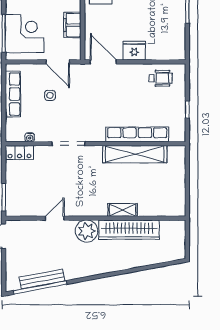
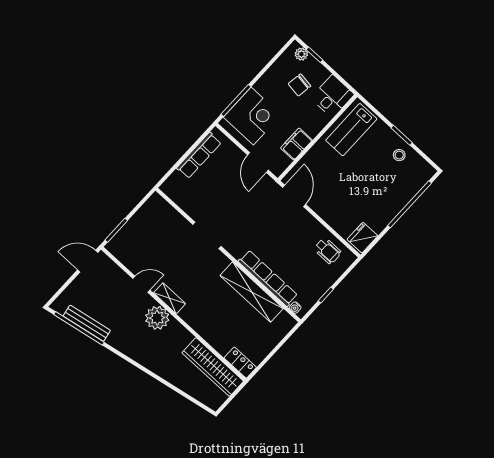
fridge: (134, 51) -> (362, 238), moved, turned -90
side table: (50, 95) -> (227, 183), removed
water cooler: (30, 137) -> (295, 308), moved
locker: (20, 152) -> (240, 363), moved, turned 180
shelving: (123, 210) -> (170, 298), moved
wardrobe: (129, 230) -> (213, 367), moved

